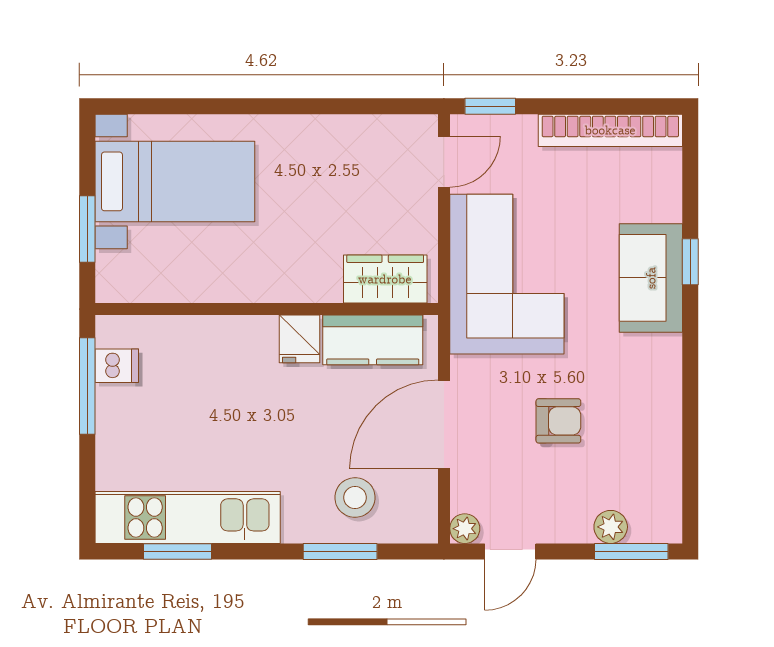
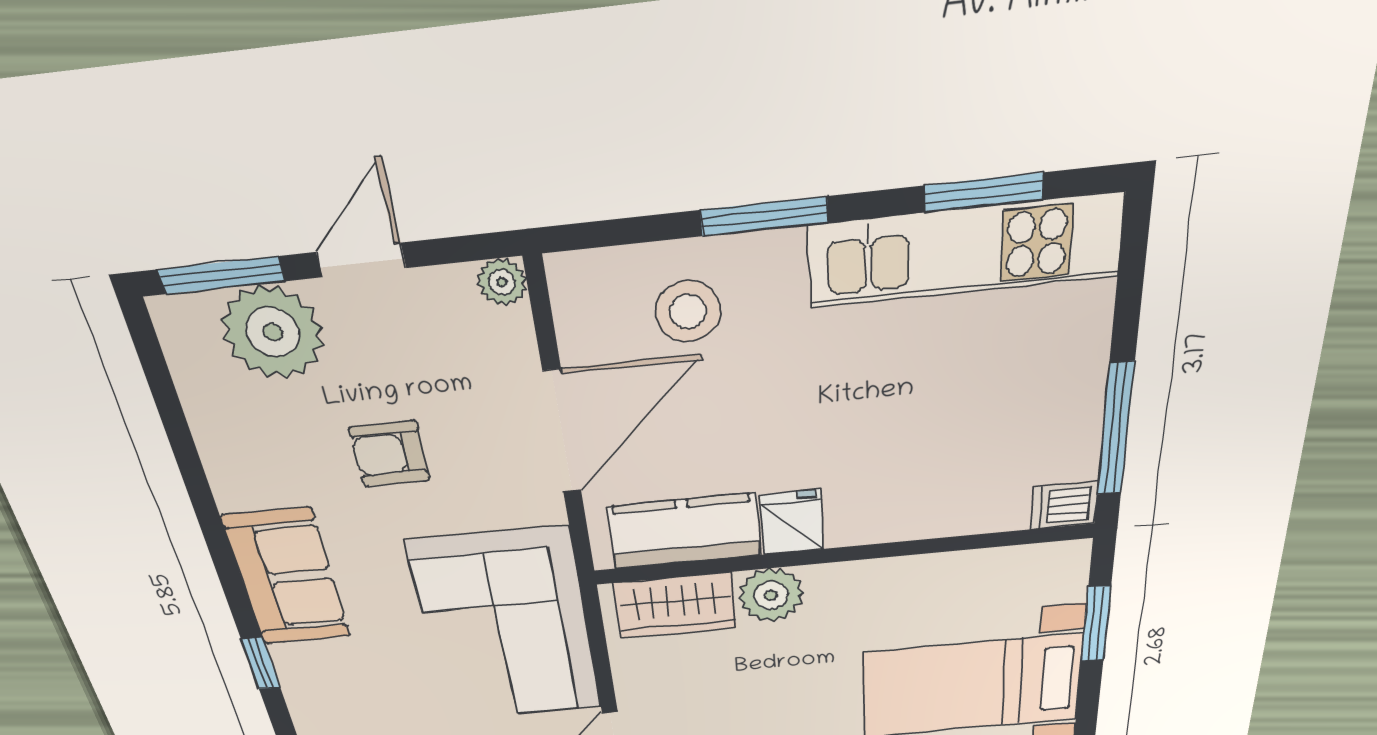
sofa: (651, 278) -> (287, 578), moved
plant: (317, 280) -> (771, 595), added
dishwasher: (117, 366) -> (1064, 505), moved
plant: (611, 527) -> (273, 332), width x1.88, depth x1.88
window: (340, 551) -> (764, 216), moved
door: (510, 551) -> (361, 260), moved

